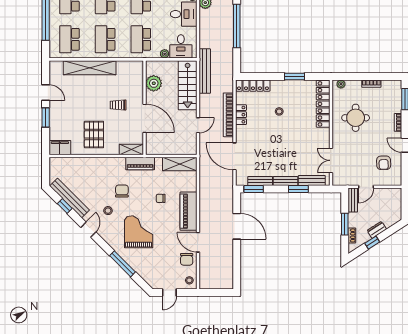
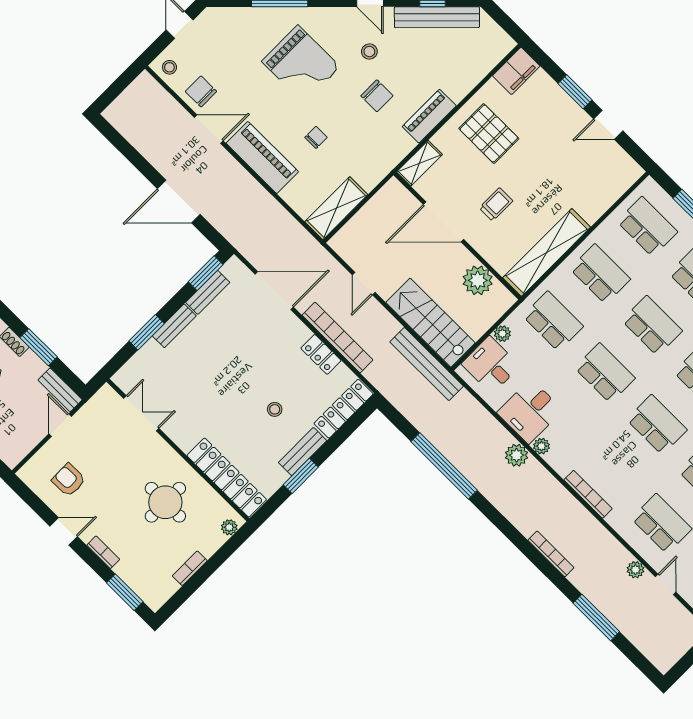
shelving: (90, 68) -> (547, 252), moved
piano: (140, 164) -> (429, 116), moved
bench: (312, 181) -> (303, 452), moved

